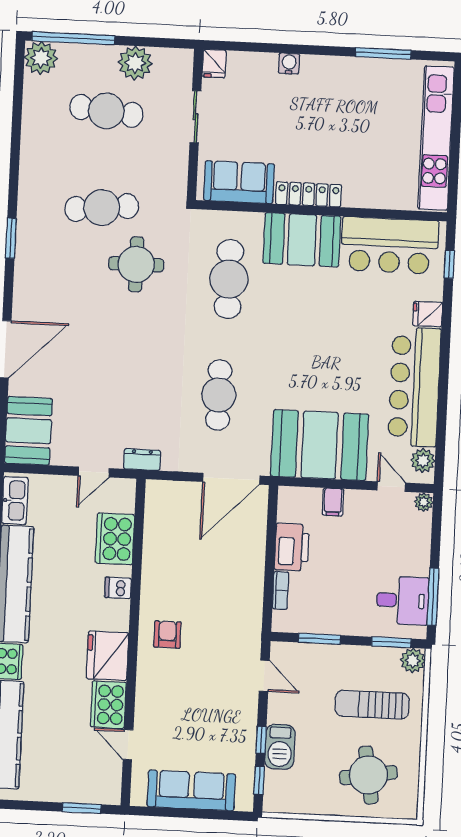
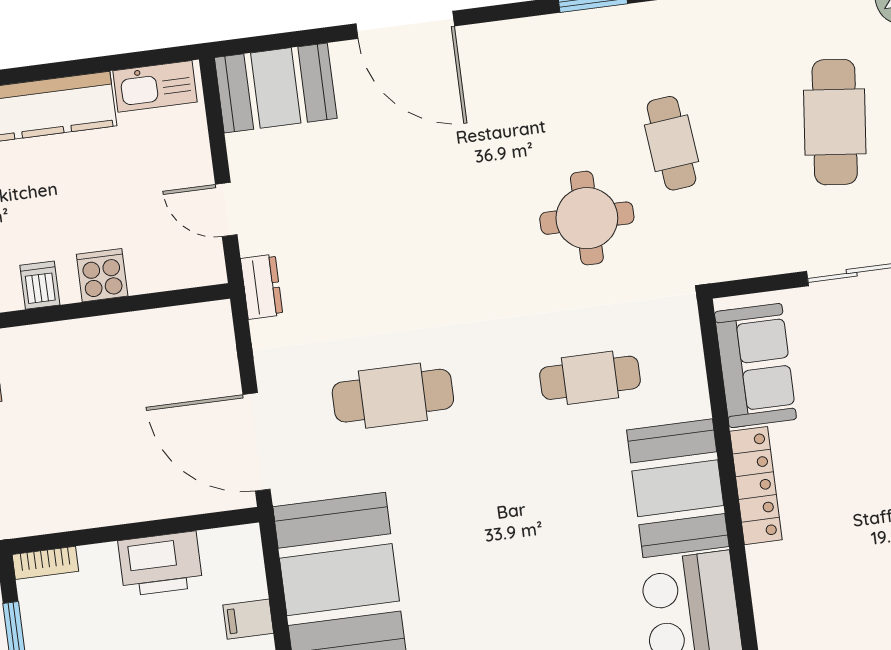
cafe table: (102, 208) -> (671, 143), width x0.73, depth x0.74
cafe table: (229, 279) -> (590, 378), width x0.73, depth x0.74
cooker: (115, 539) -> (102, 275), width x0.53, depth x0.76
bookcase: (280, 590) -> (45, 563), moved

